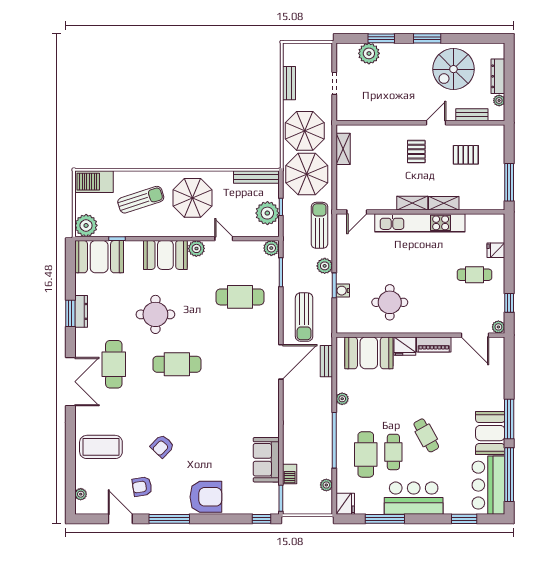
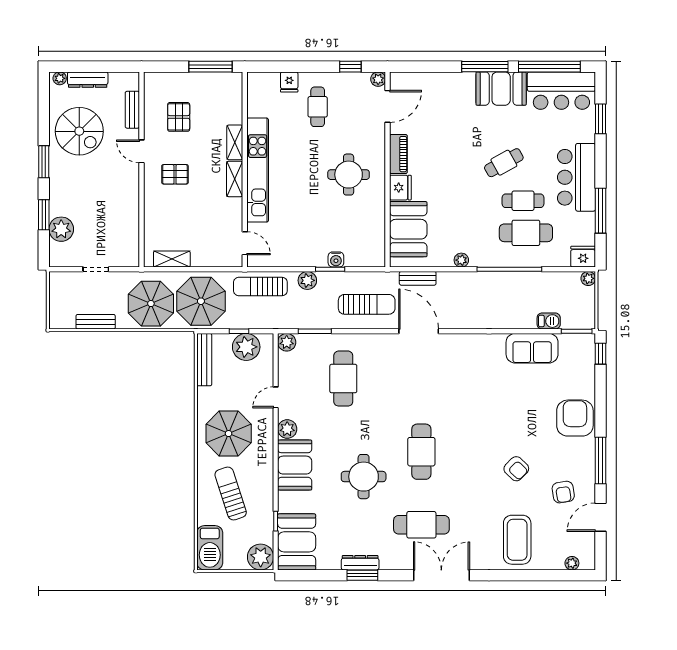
plant: (499, 100) -> (60, 78), moved
round table: (390, 302) -> (349, 175), moved
plant: (326, 485) -> (588, 278), moved

